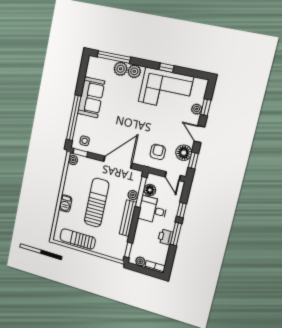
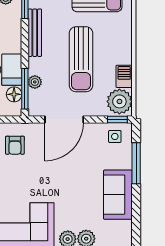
window: (74, 118) -> (136, 163), width x0.68
plant: (73, 160) -> (119, 101), width x1.88, depth x1.88
barbecue: (65, 203) -> (124, 76), moved
bench: (128, 218) -> (35, 33), moved

